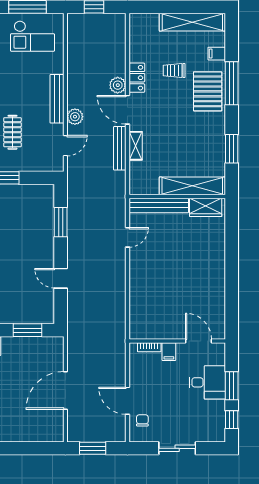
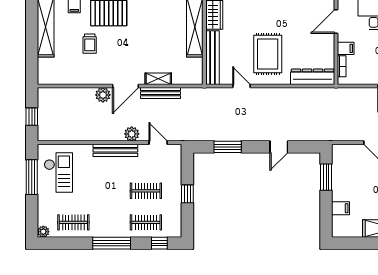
locker: (137, 78) -> (96, 78), removed
rug: (163, 266) -> (268, 54), added
dresser: (138, 315) -> (313, 77), added

